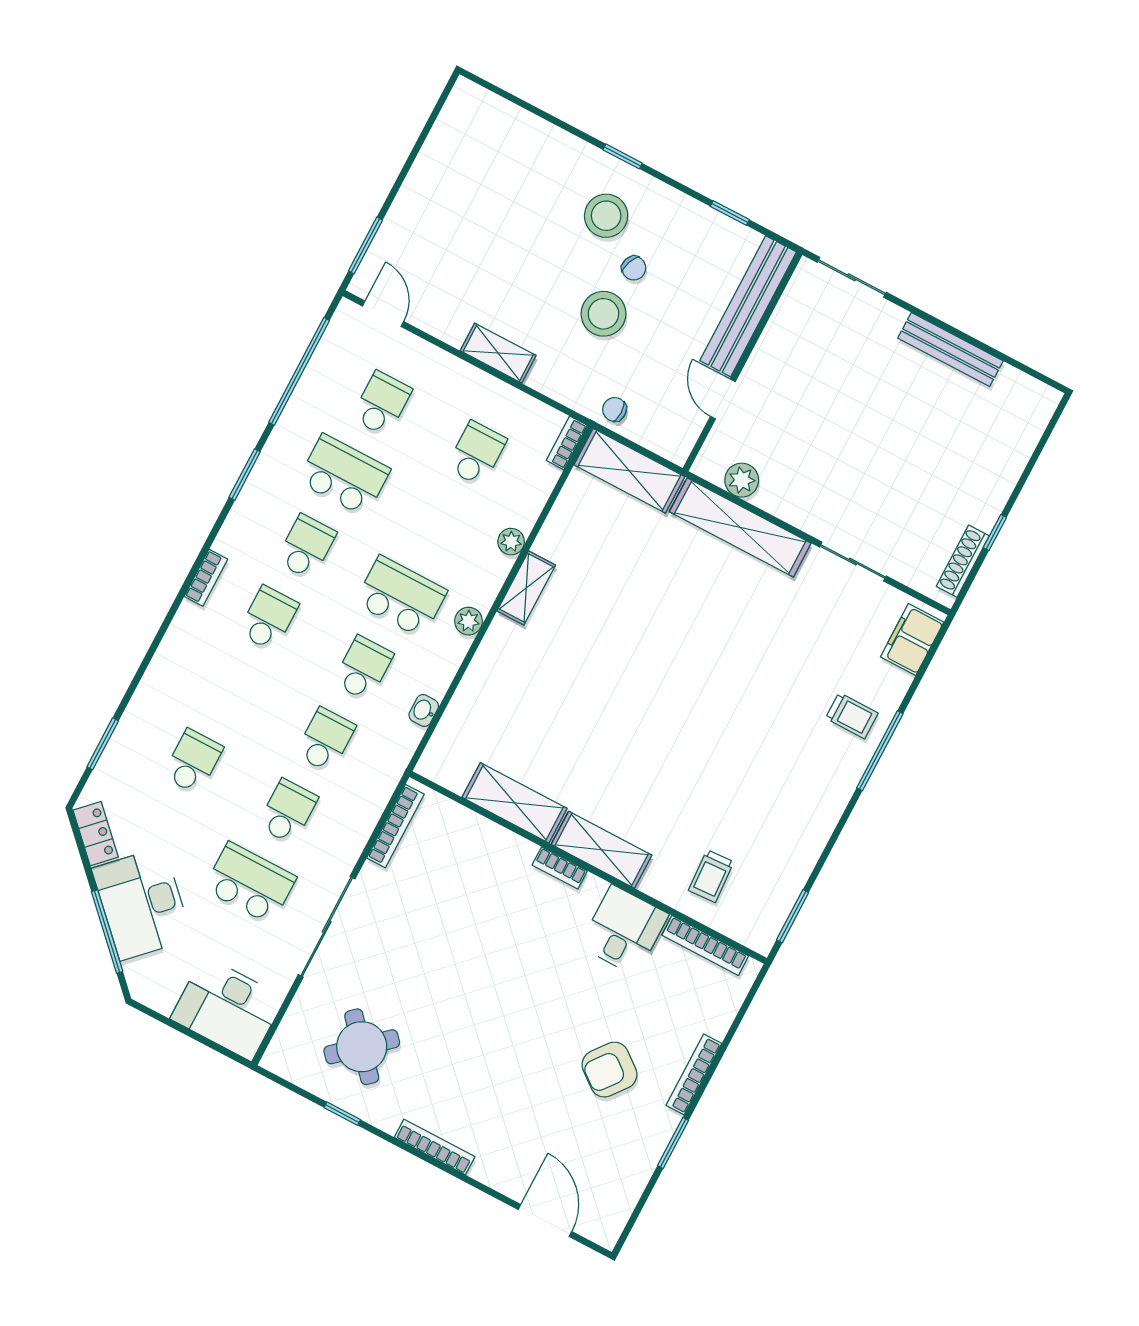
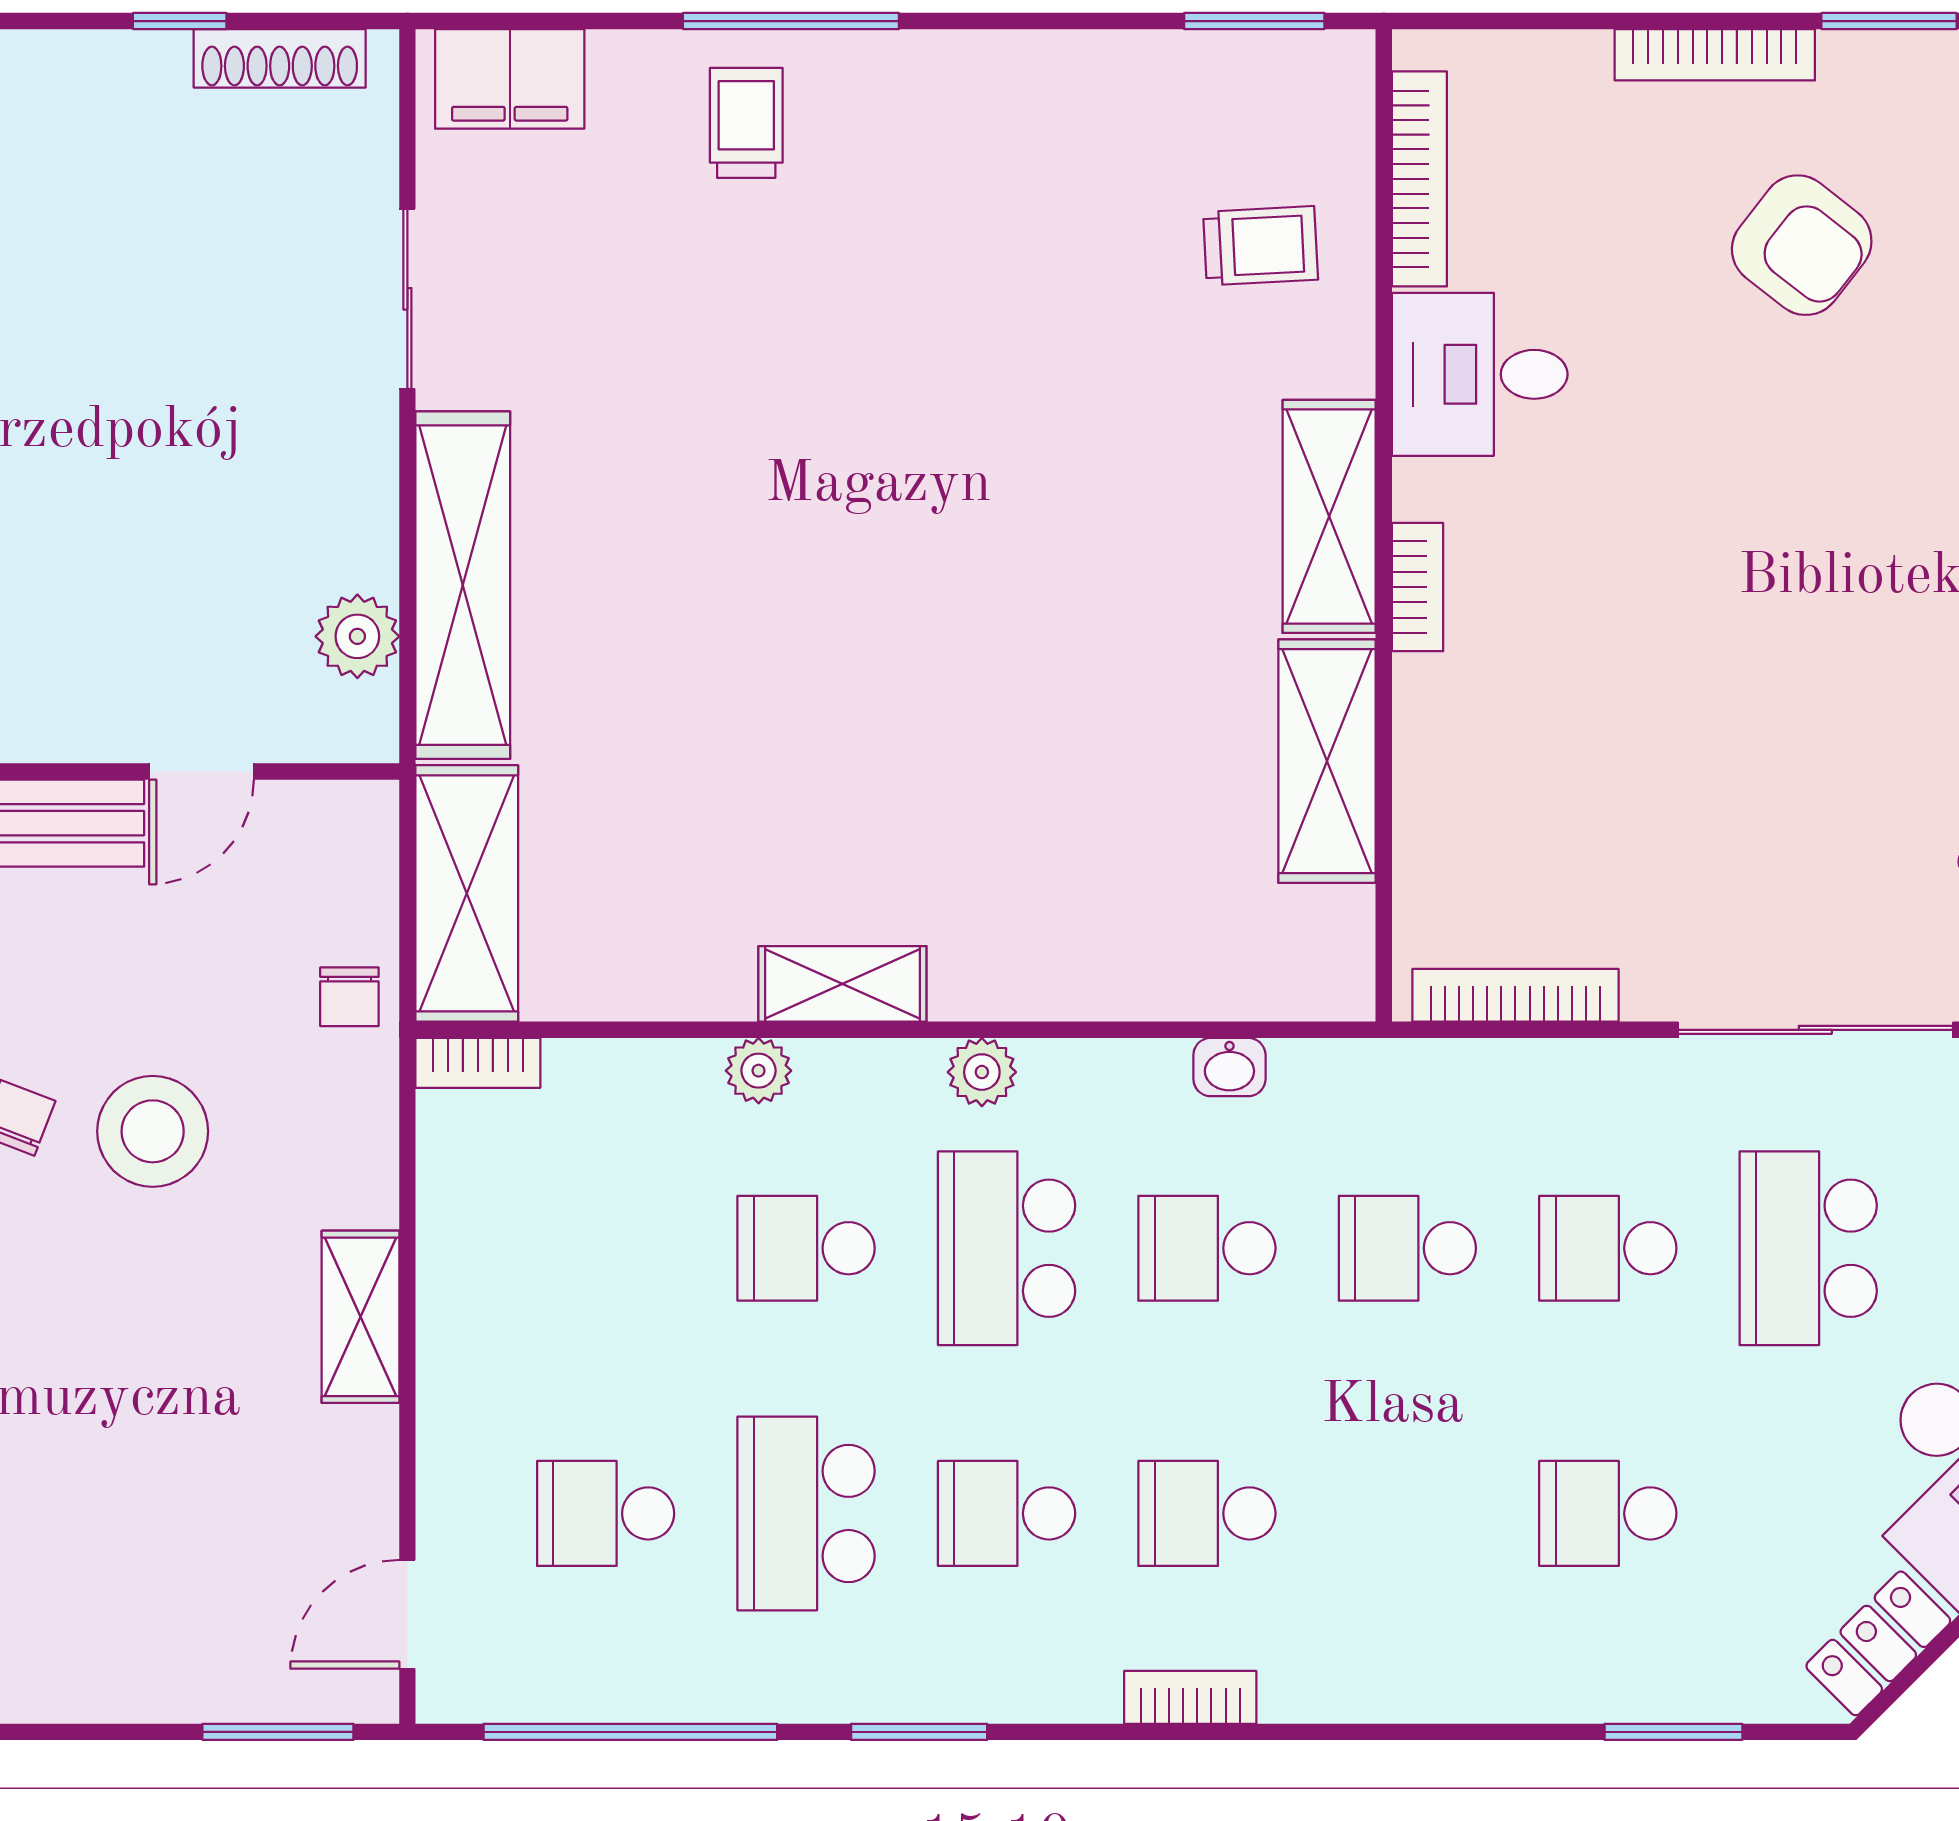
school desk: (476, 454) -> (806, 1248), moved

